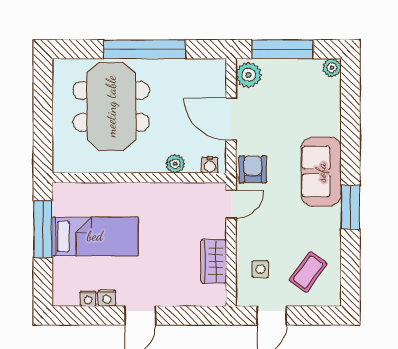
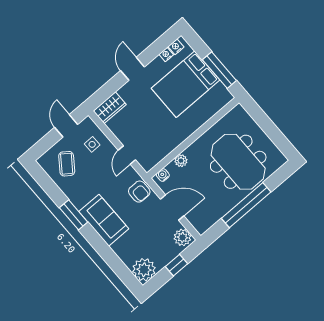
window: (282, 49) -> (176, 265), width x0.46
plant: (332, 68) -> (144, 270), width x1.87, depth x1.87
door: (231, 204) -> (127, 155), moved
bed: (95, 236) -> (186, 84), width x1.50
wardrobe: (214, 261) -> (110, 108), moved, turned 90
nightstand: (107, 298) -> (176, 47), moved

